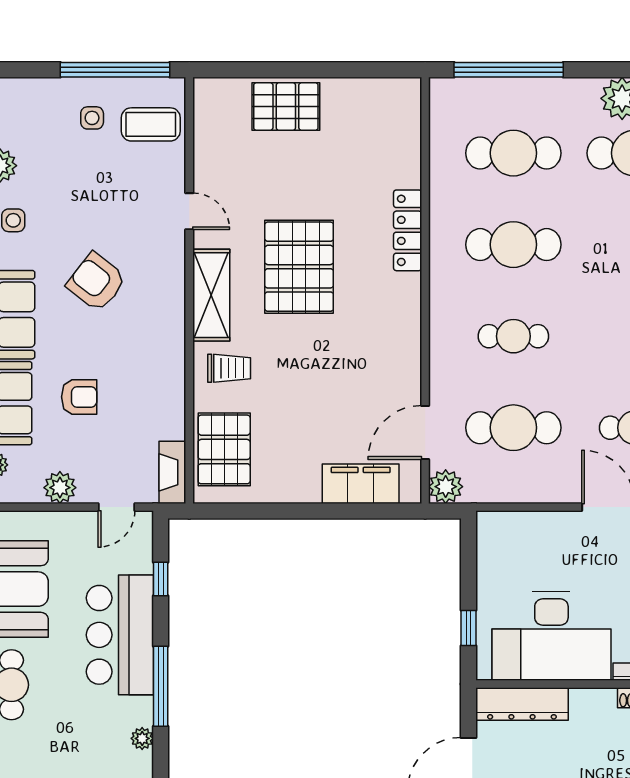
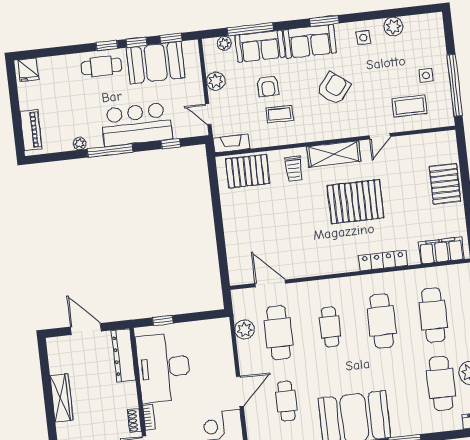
coffee table: (151, 124) -> (409, 106), moved, turned 90
coffee table: (131, 382) -> (280, 114), added
filing cabinet: (361, 484) -> (441, 250), moved, turned -90
plant: (446, 487) -> (245, 330), moved

